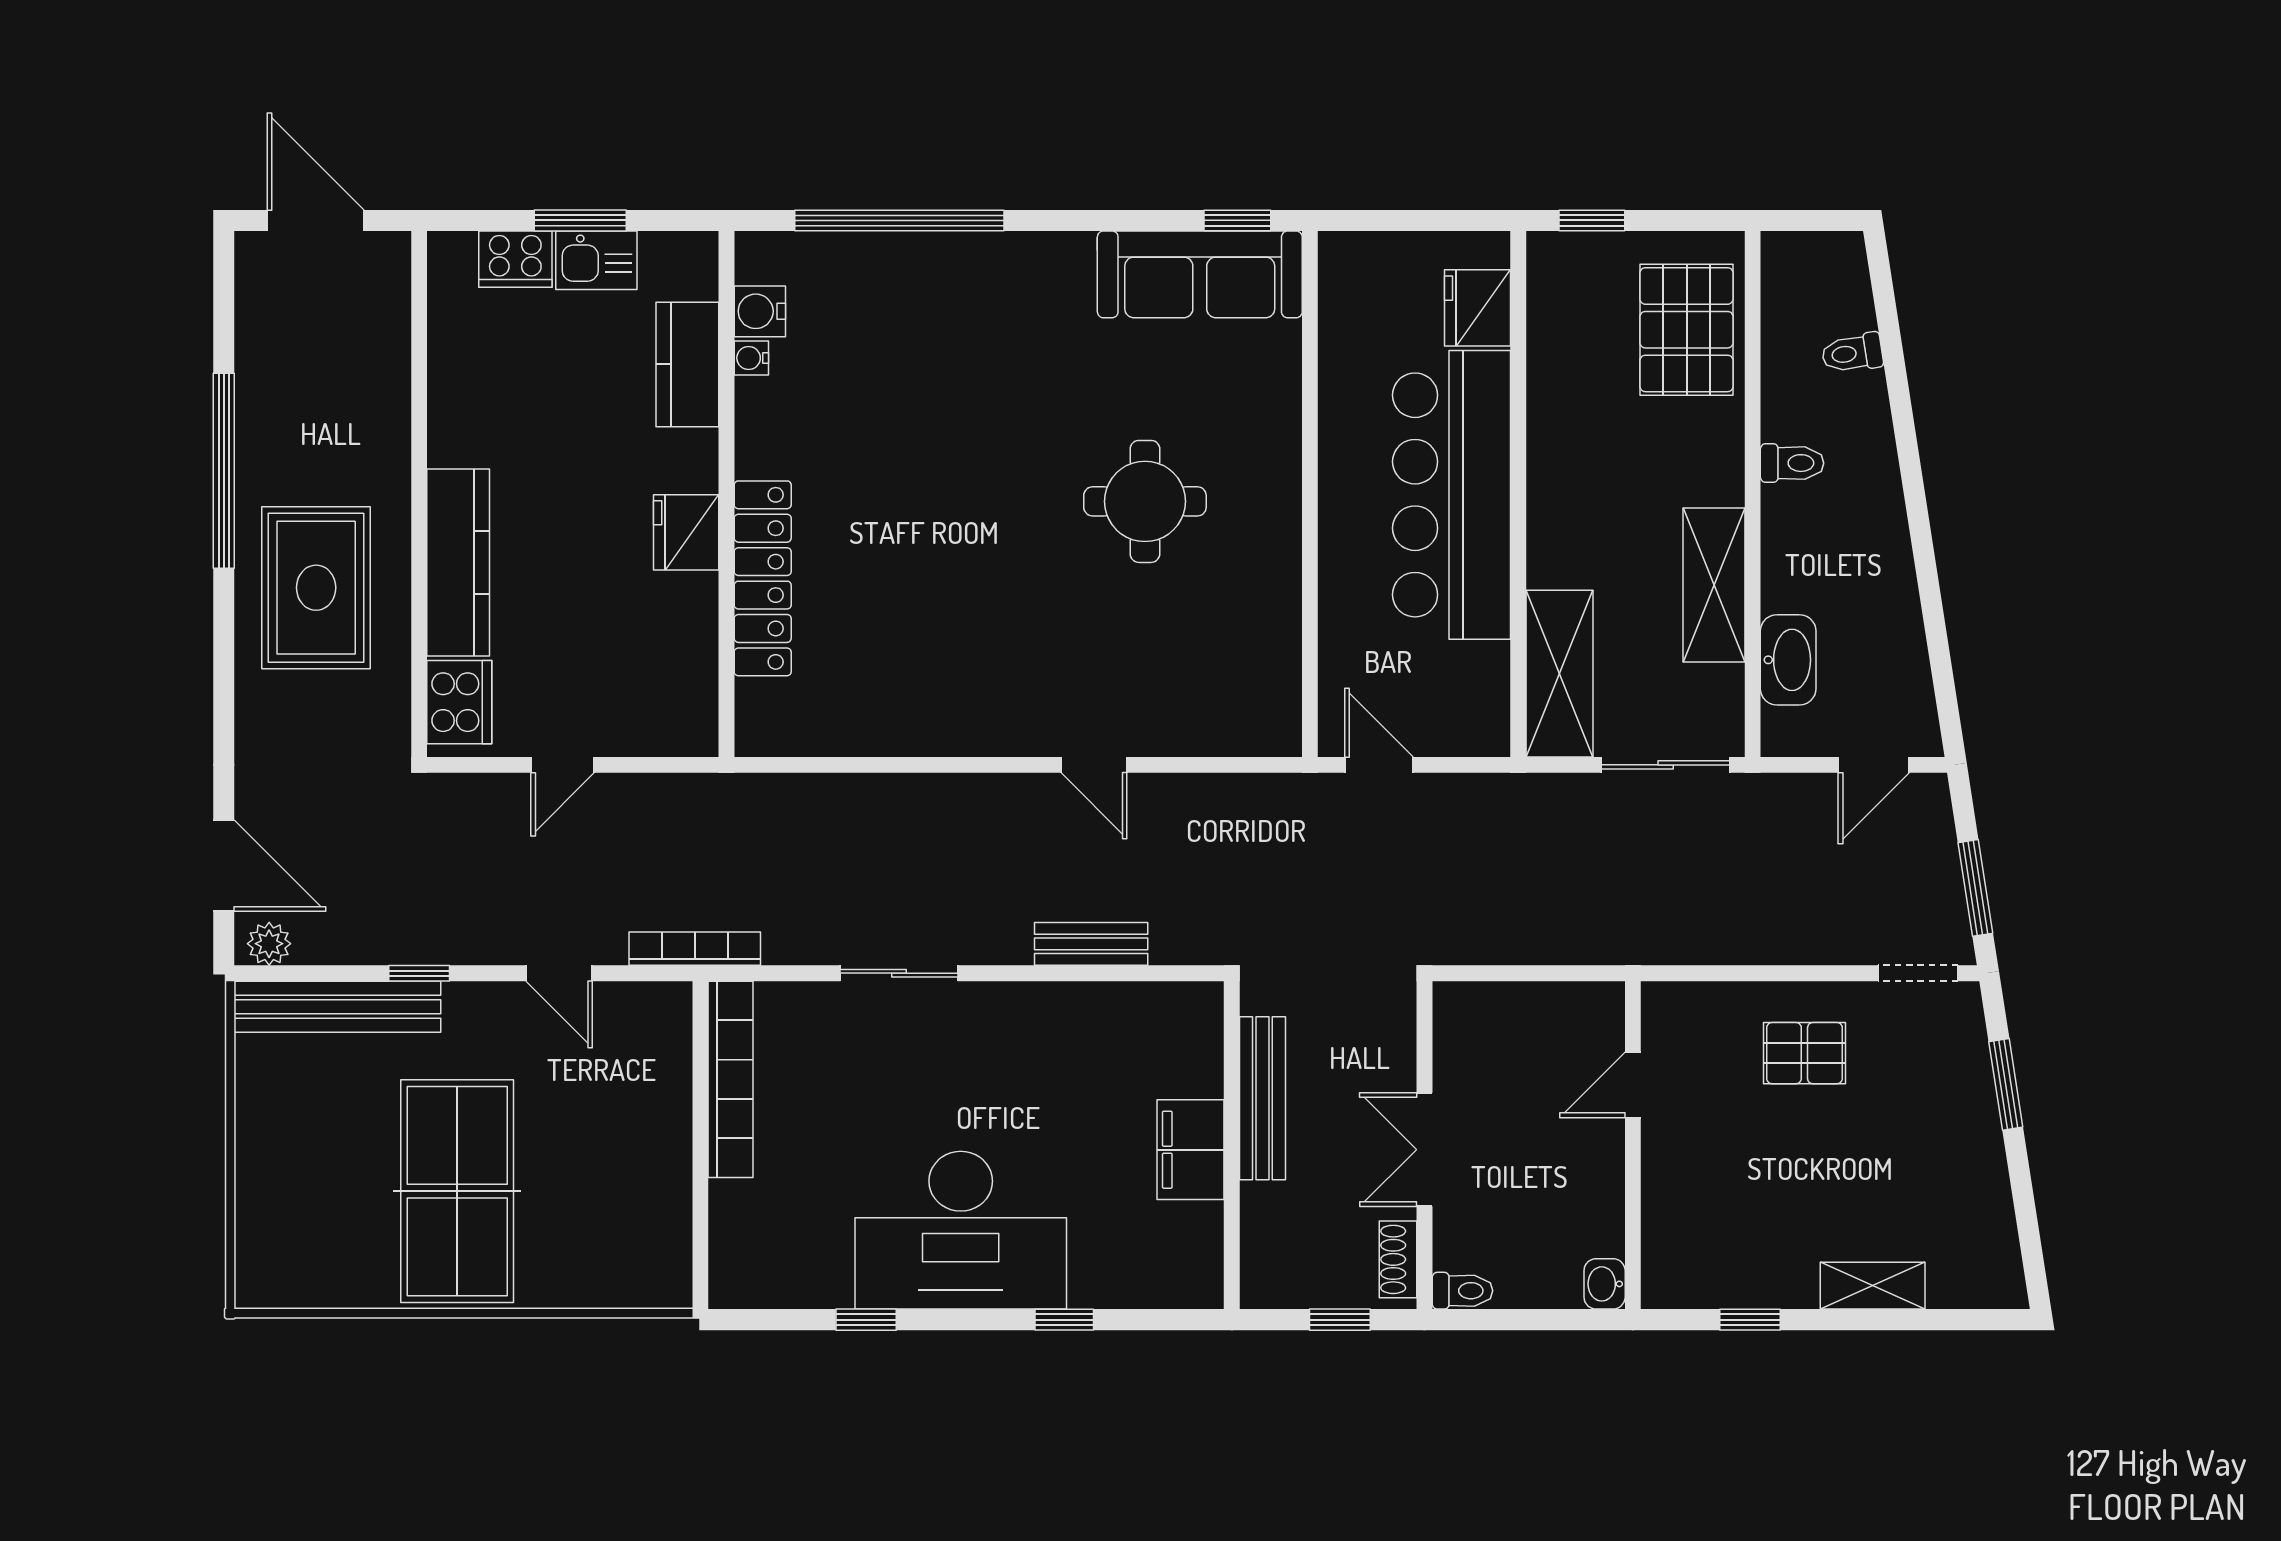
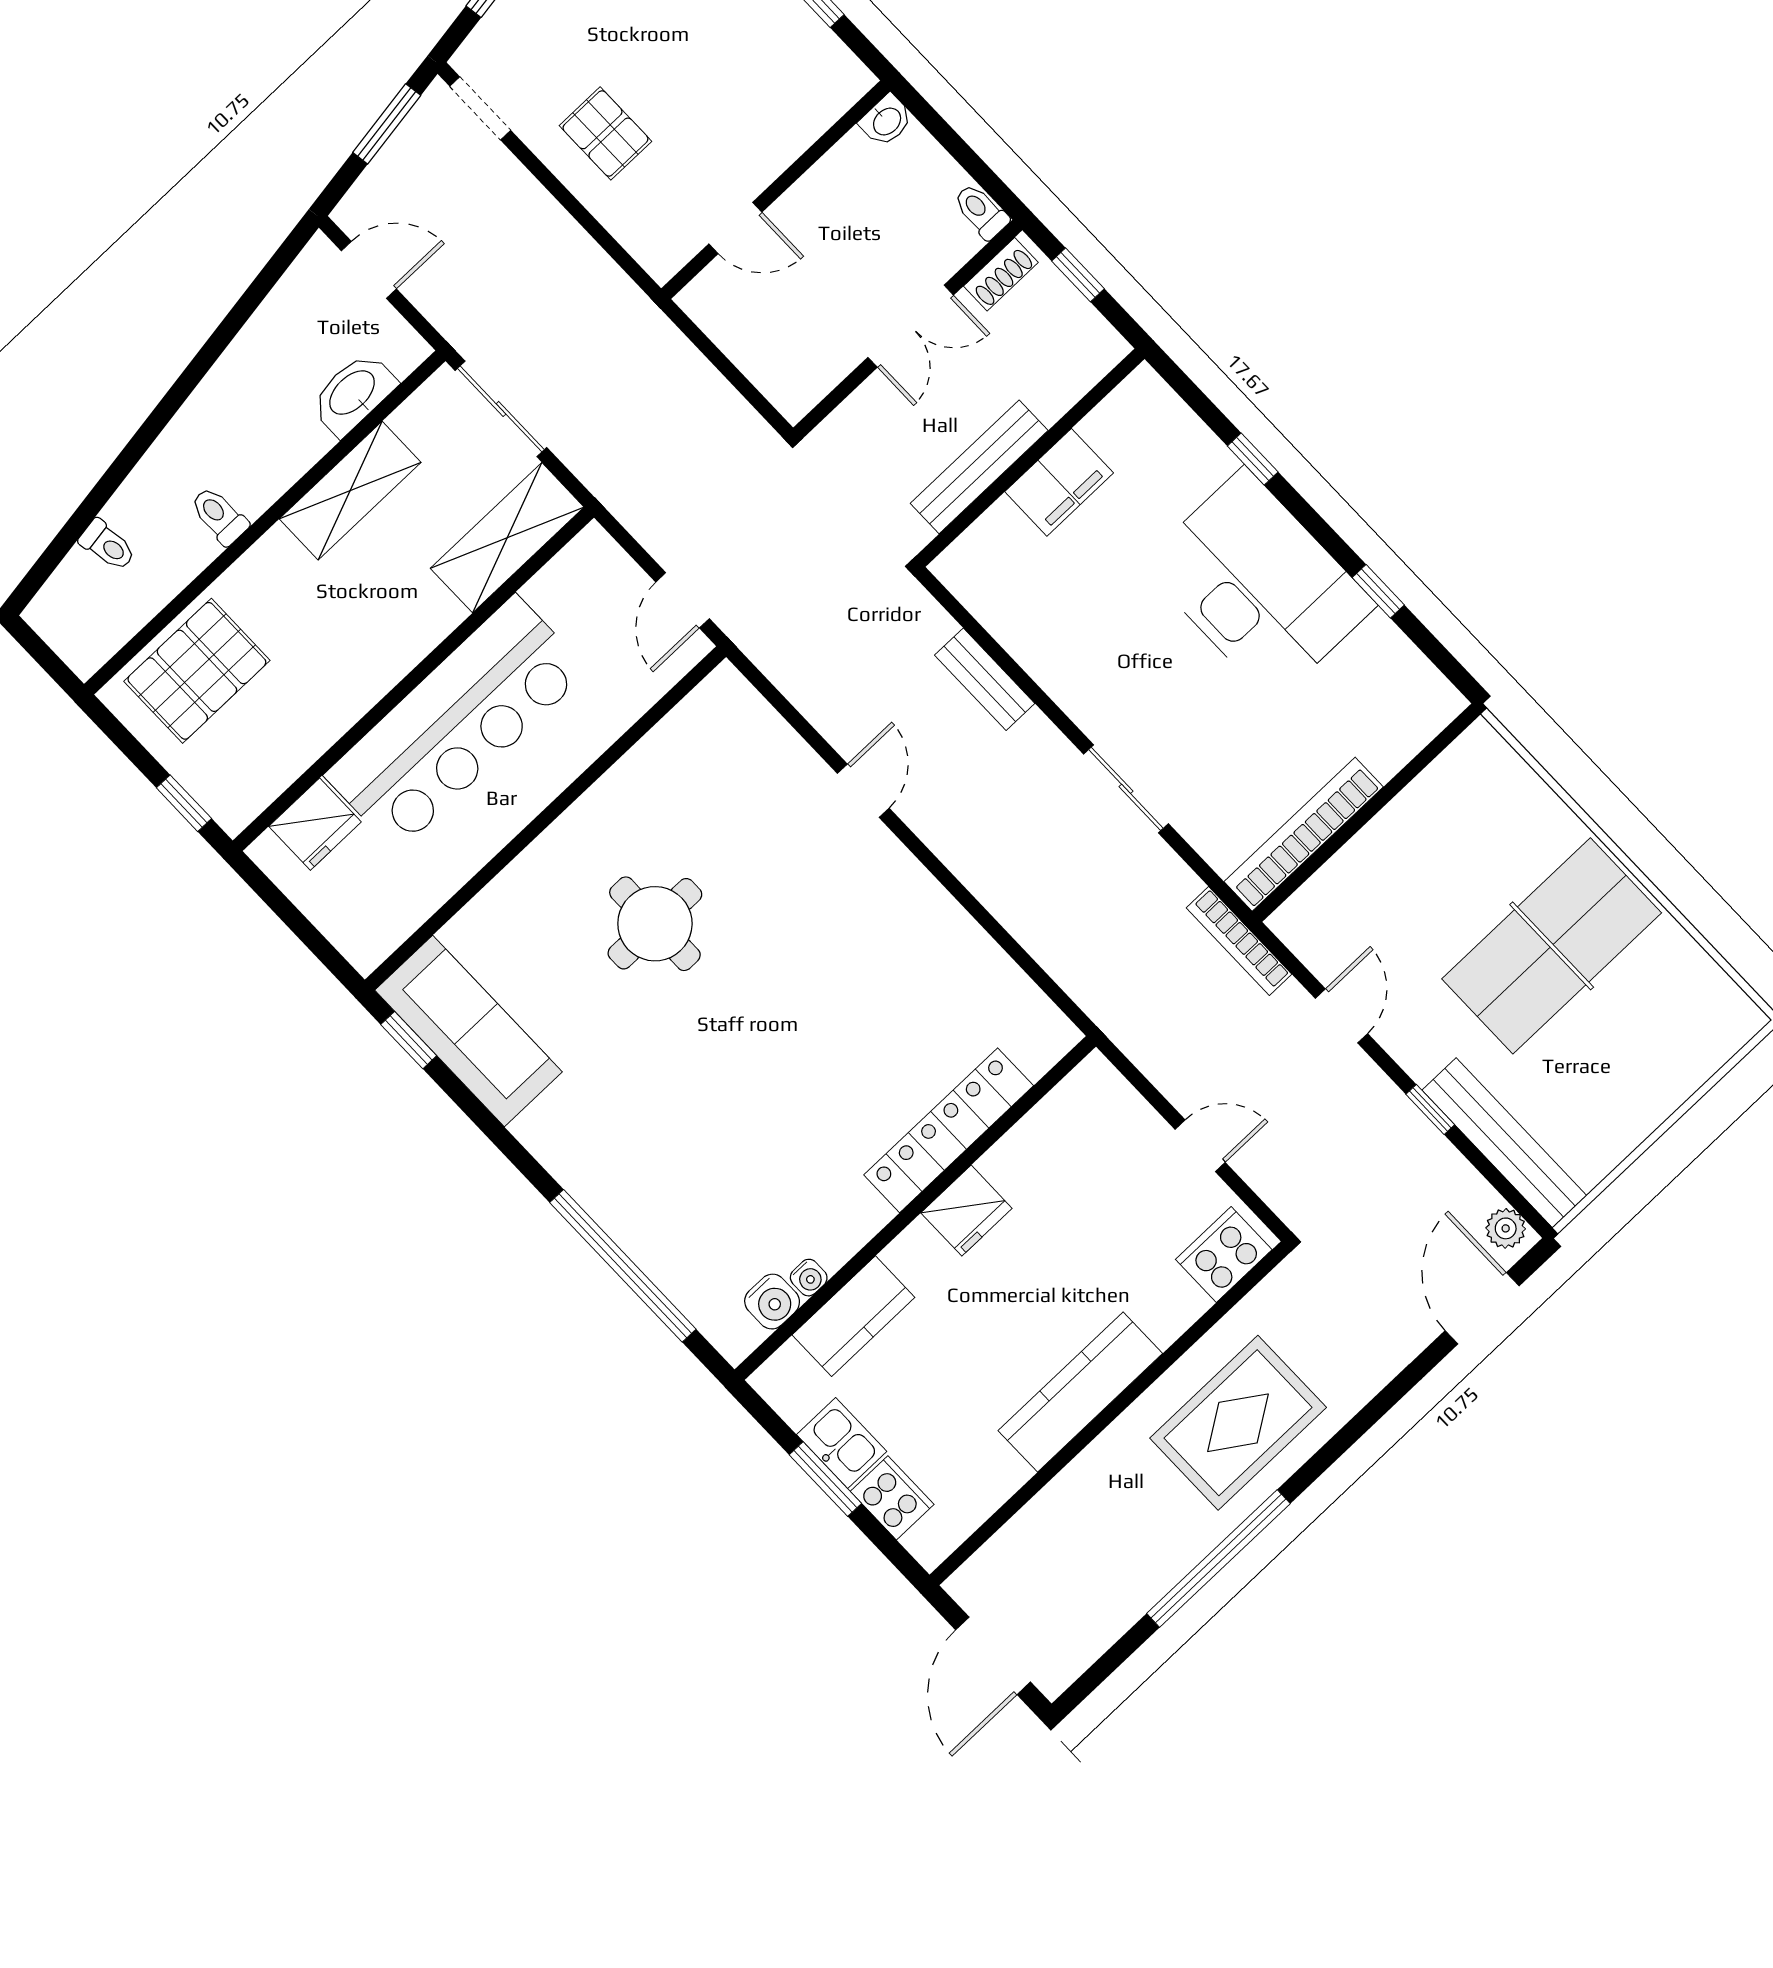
kitchen counter: (458, 563) -> (1080, 1392), moved

